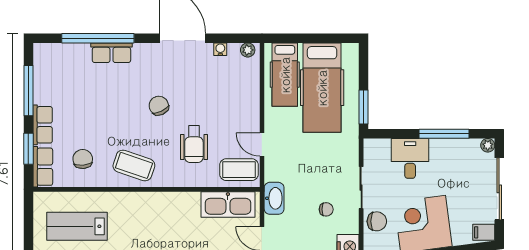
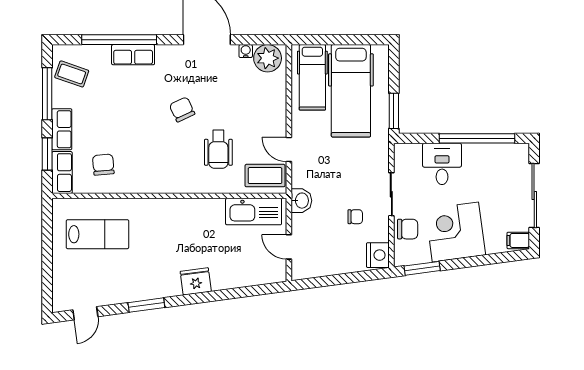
plant: (248, 50) -> (268, 58), width x1.87, depth x1.87
window: (444, 134) -> (477, 138), width x1.46
plant: (488, 145) -> (522, 150), removed
coffee table: (134, 165) -> (72, 74), moved, width x0.73, depth x0.77
washbasin: (274, 198) -> (301, 201), width x0.72
lab bench: (77, 226) -> (97, 234), turned 180

